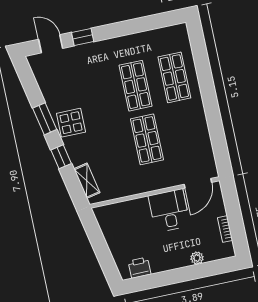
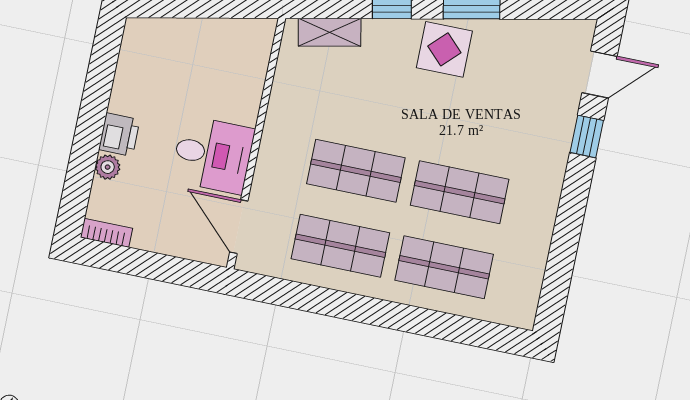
shop shelf: (186, 131) -> (340, 246), added
bookcase: (225, 229) -> (106, 233), moved
printer: (140, 268) -> (119, 135), moved

